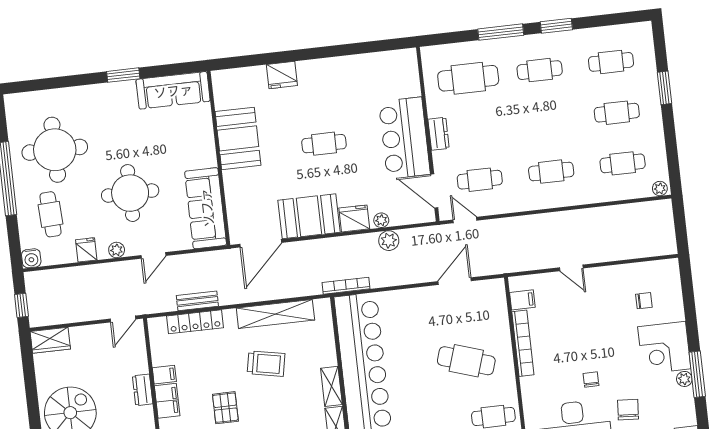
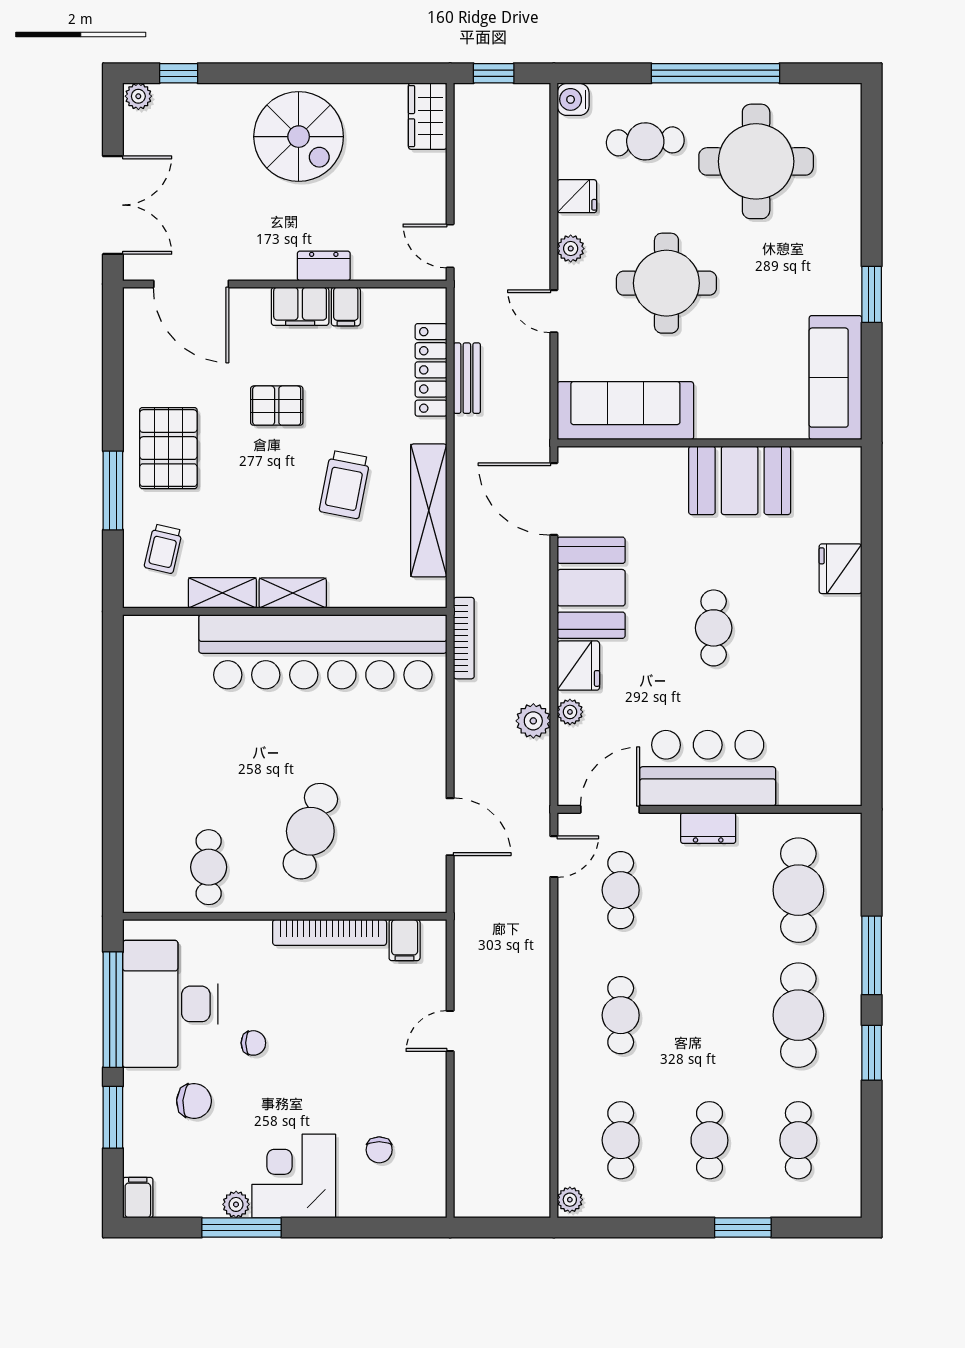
cafe table: (540, 70) -> (798, 1015), width x1.37, depth x1.35

